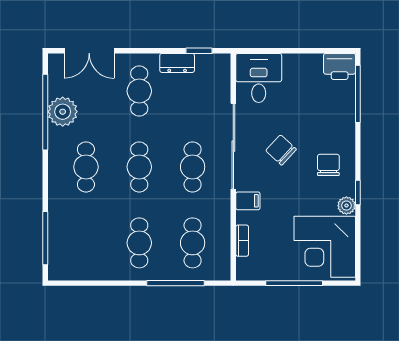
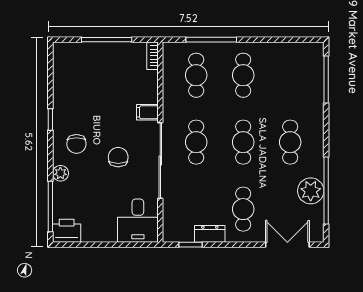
chair: (281, 150) -> (118, 157), turned -133
plant: (346, 206) -> (60, 173), moved
bookcase: (242, 241) -> (152, 56), moved
corner desk: (325, 247) -> (80, 72), removed

